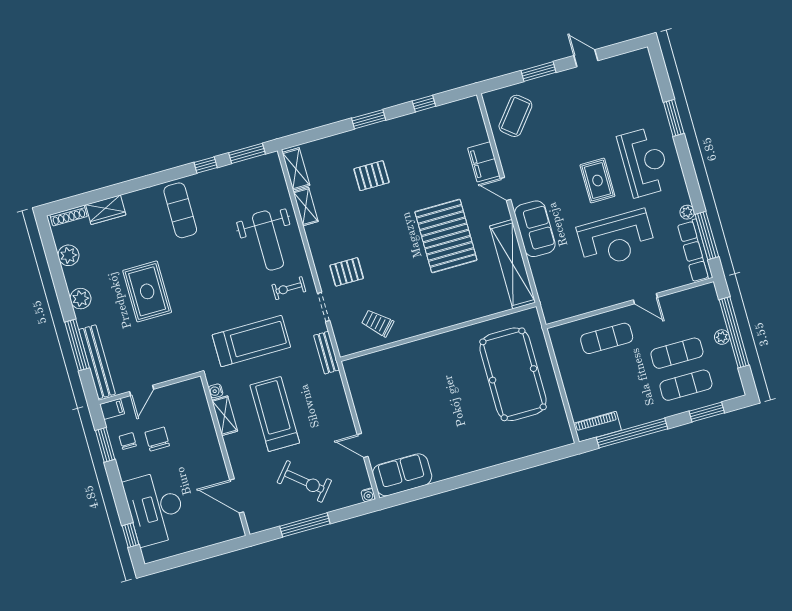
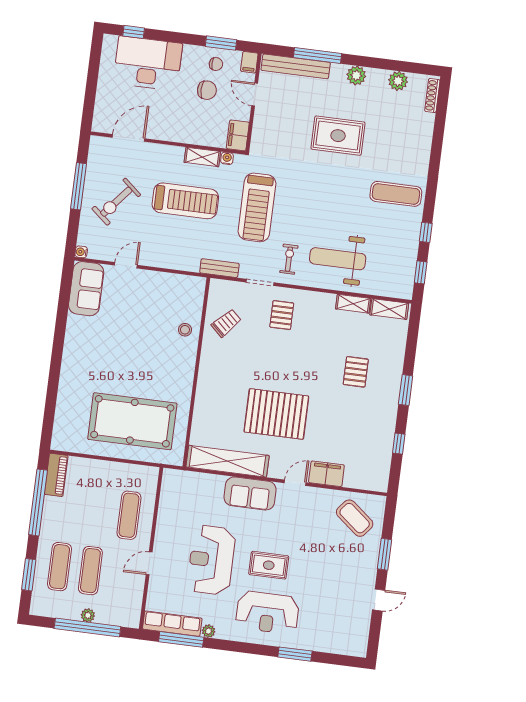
window: (247, 153) -> (421, 272), width x0.67
wardrobe: (106, 210) -> (424, 130), removed
stool: (401, 361) -> (185, 330), added
filing cabinet: (189, 390) -> (238, 135), added

